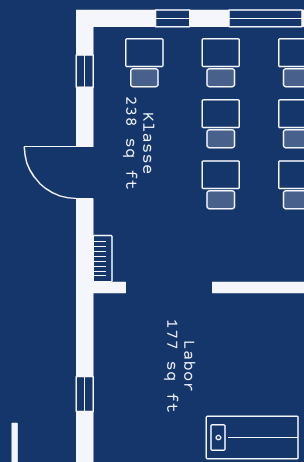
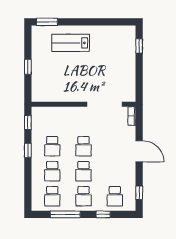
window: (85, 394) -> (139, 46), moved

